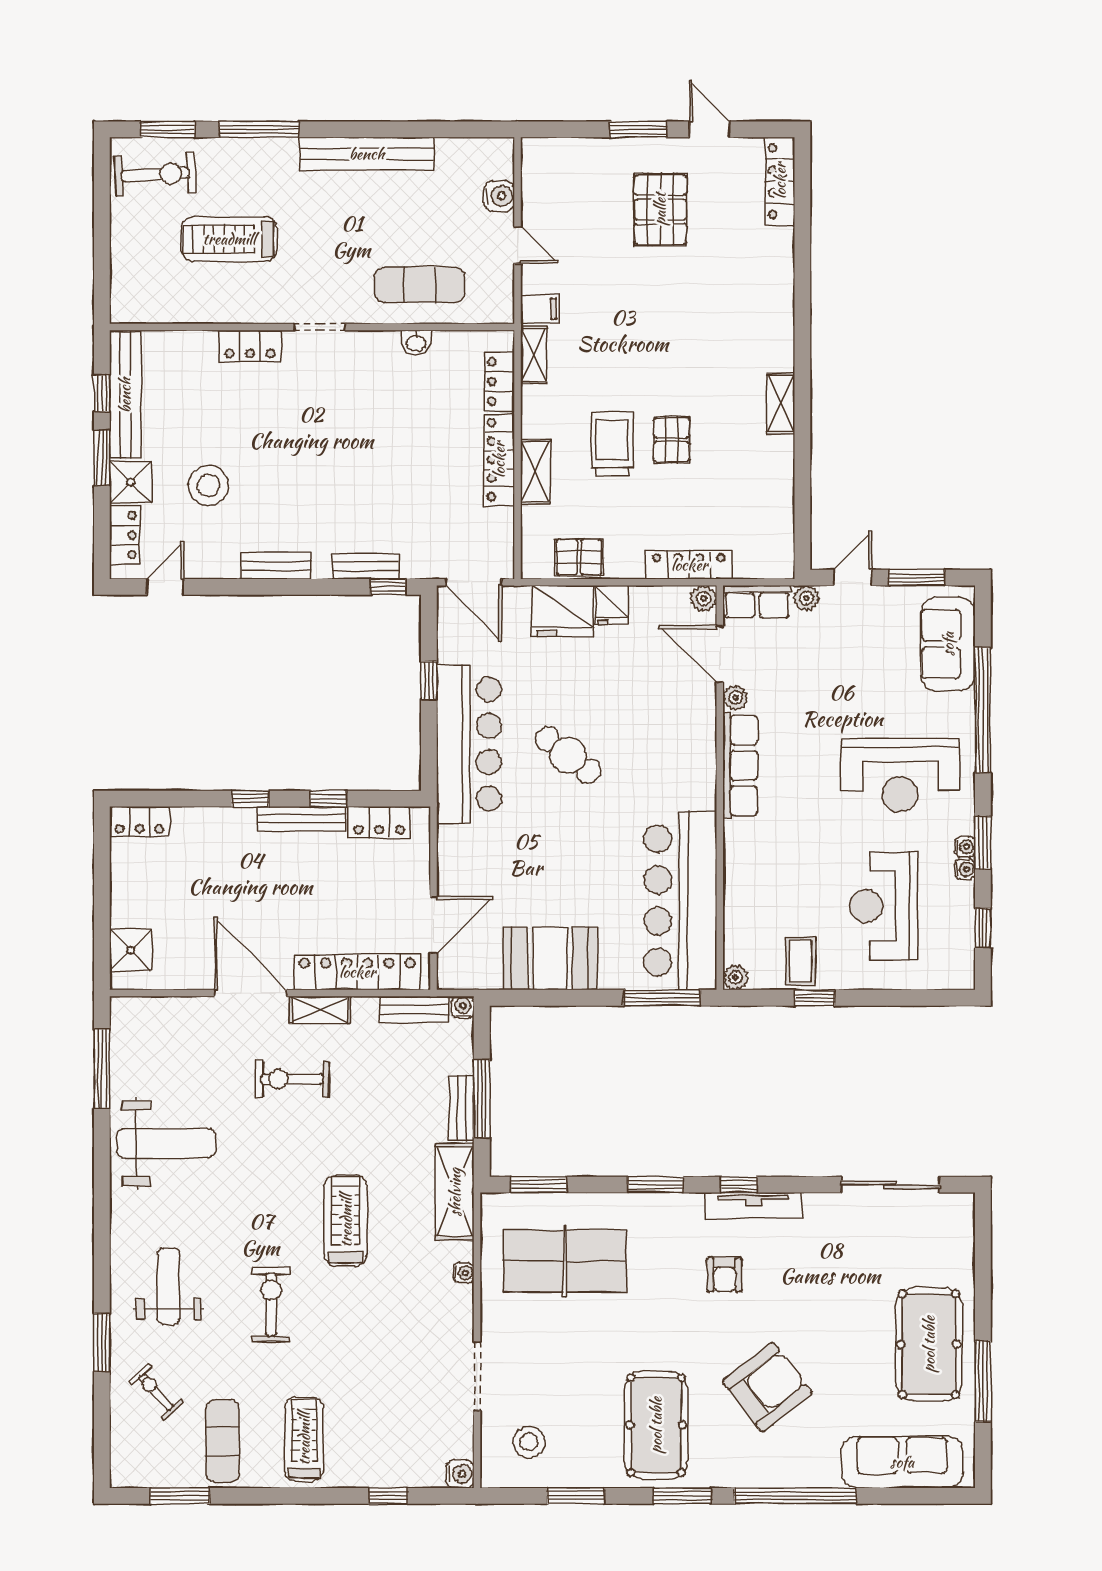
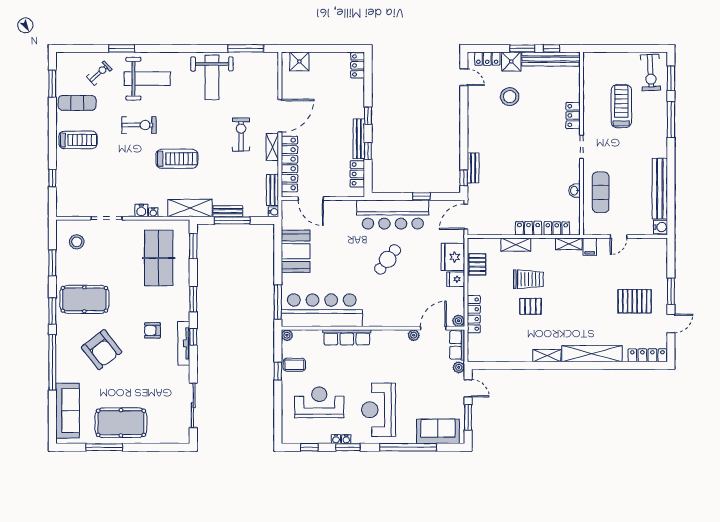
bench: (367, 154) -> (660, 189), moved
water cooler: (499, 196) -> (661, 227), moved, turned -90
shelving: (776, 304) -> (592, 354), added
locker: (499, 460) -> (529, 228), width x0.66
bench: (276, 566) -> (473, 127), removed
row of seats: (740, 766) -> (347, 337), moved
weight bench: (169, 1286) -> (147, 79), width x1.36, depth x1.33
water cooler: (460, 1474) -> (141, 210), moved

